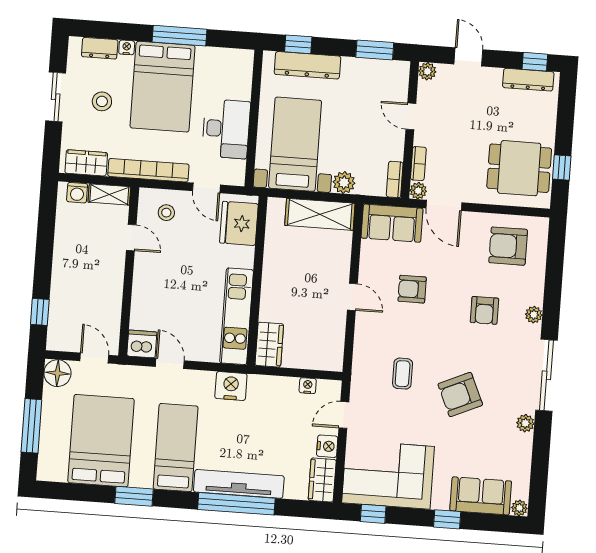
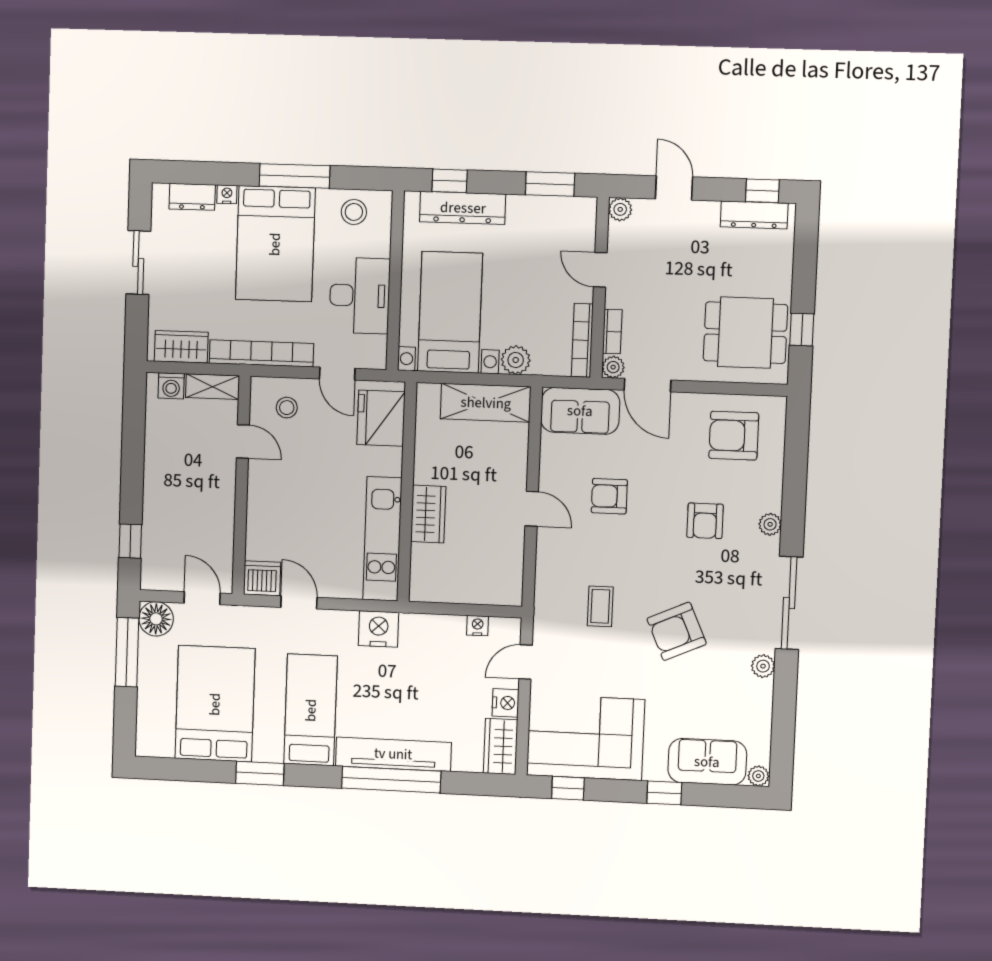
stool: (102, 101) -> (354, 212), moved
bookcase: (395, 179) -> (582, 340), width x1.56
wardrobe: (269, 345) -> (428, 514), moved
window: (31, 426) -> (127, 652), moved

